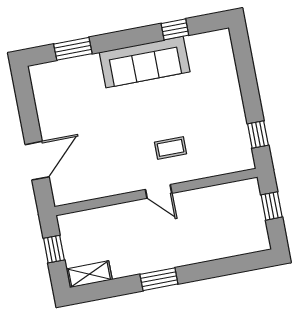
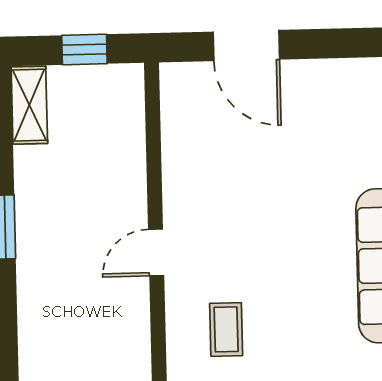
coffee table: (170, 148) -> (226, 329), moved

